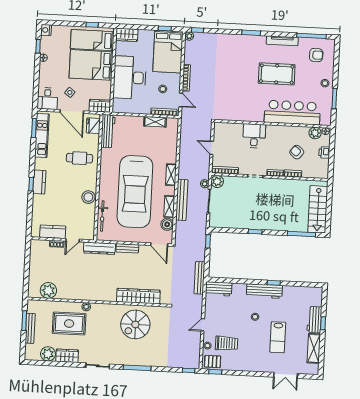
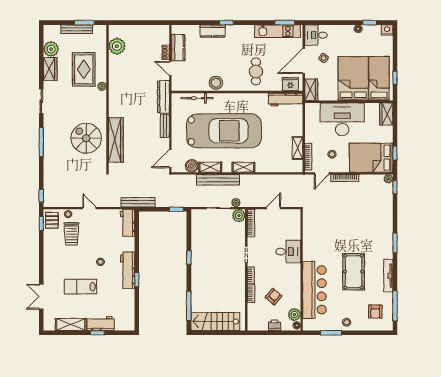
kitchen counter: (39, 182) -> (213, 31), moved
car: (135, 192) -> (224, 131), turned 180

